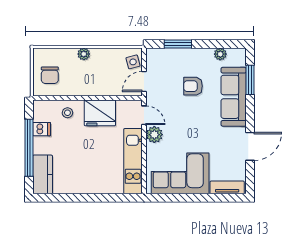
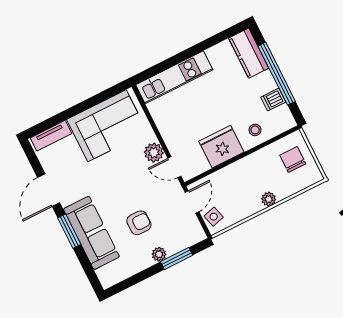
plant: (220, 54) -> (159, 254), moved
window: (250, 80) -> (69, 231), moved
kitchen unit: (133, 161) -> (174, 77), moved, turned 90

